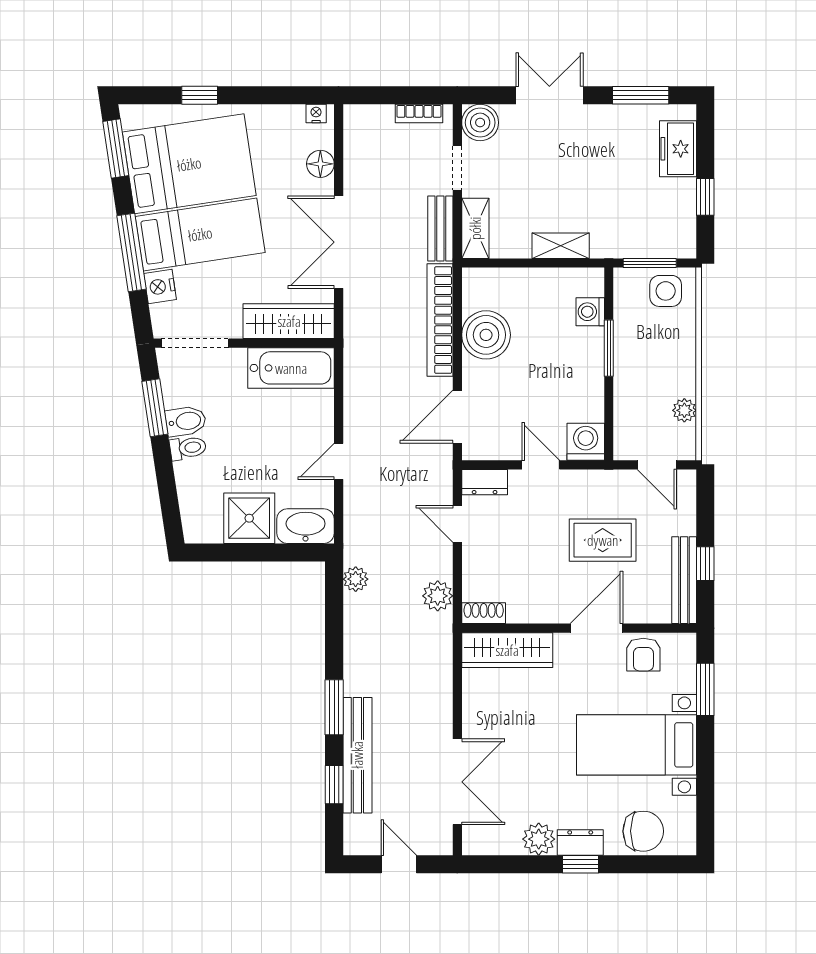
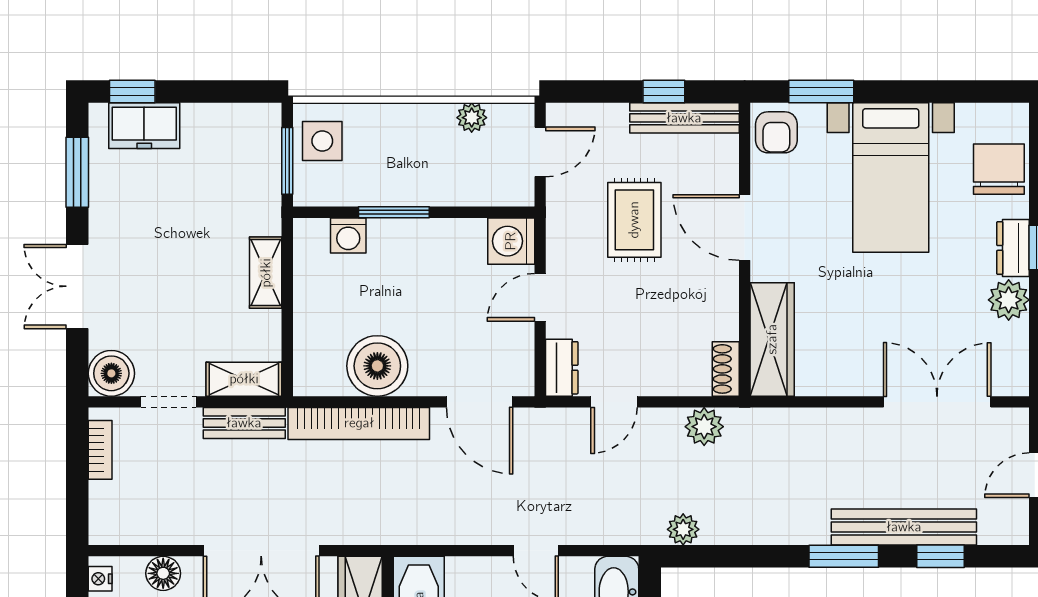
window: (705, 197) -> (132, 91), moved
armchair: (643, 655) -> (776, 132), moved, turned 90

